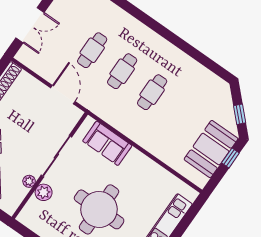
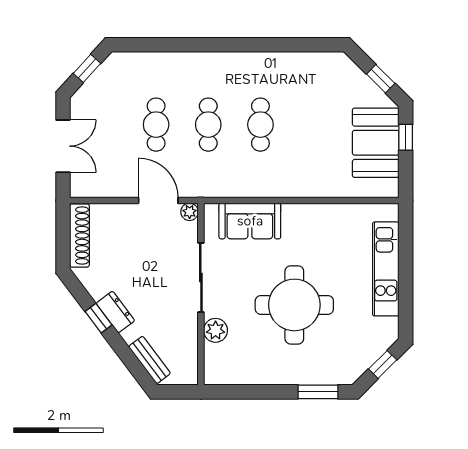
plant: (29, 181) -> (190, 212), moved

